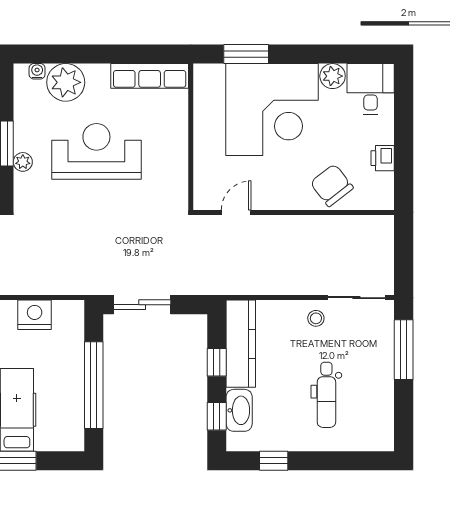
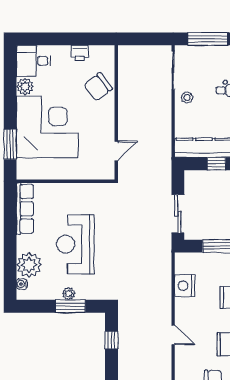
plant: (23, 162) -> (69, 294), moved
door: (236, 212) -> (116, 151), swing flipped

